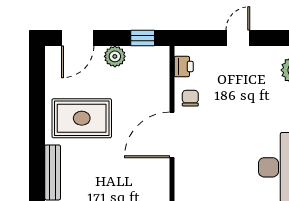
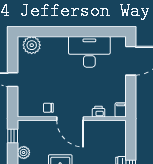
printer: (184, 67) -> (99, 112), moved

